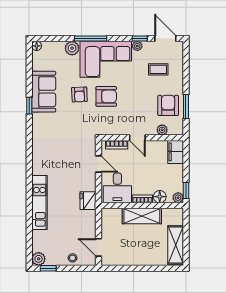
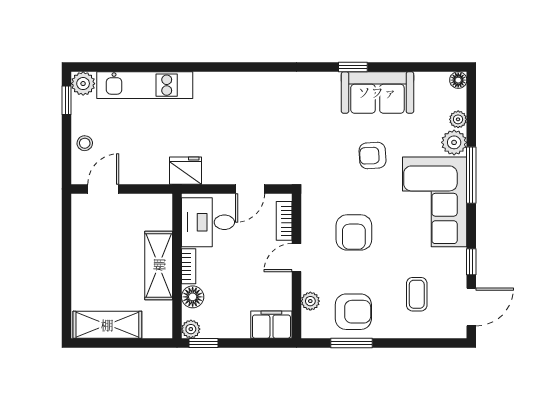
plant: (137, 46) -> (458, 119), moved
armchair: (106, 96) -> (354, 232), moved
kitchen unit: (39, 203) -> (145, 85), moved

